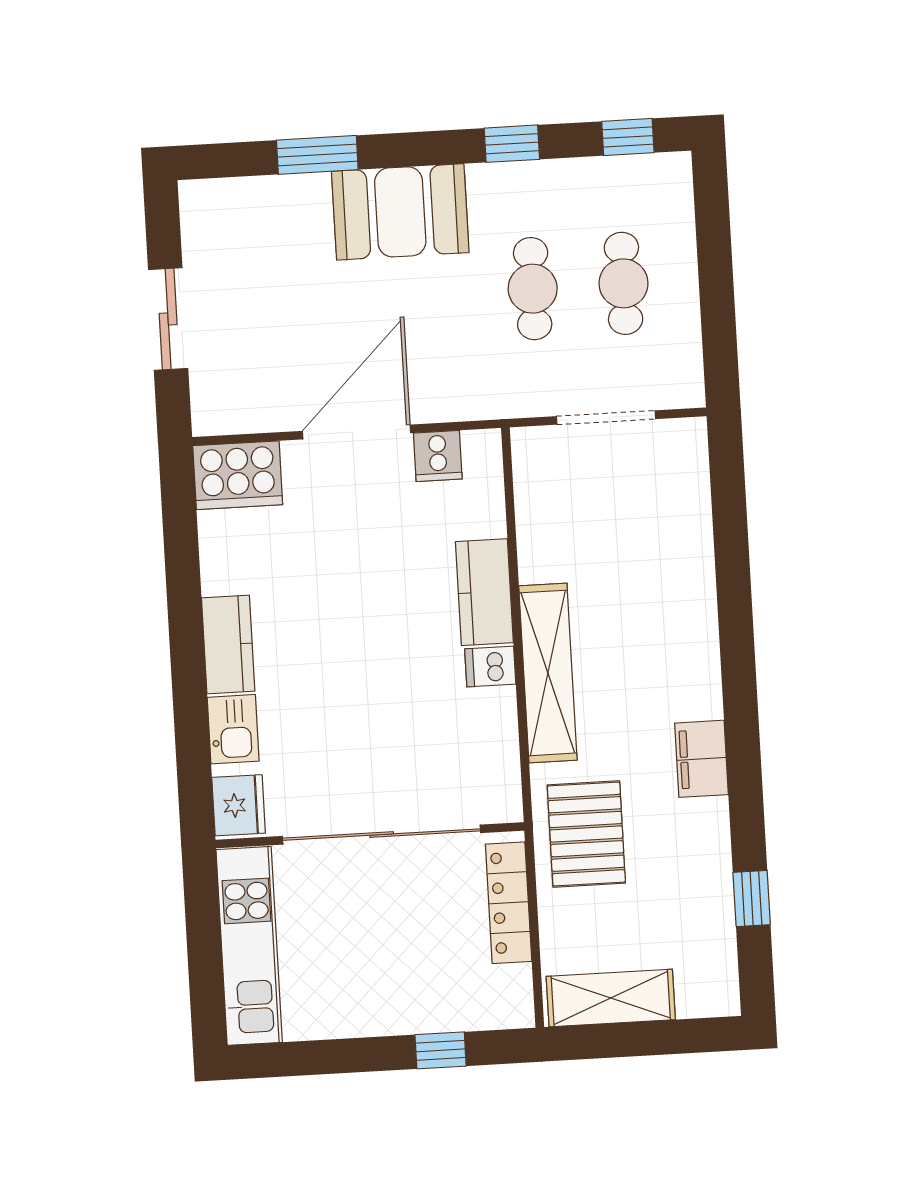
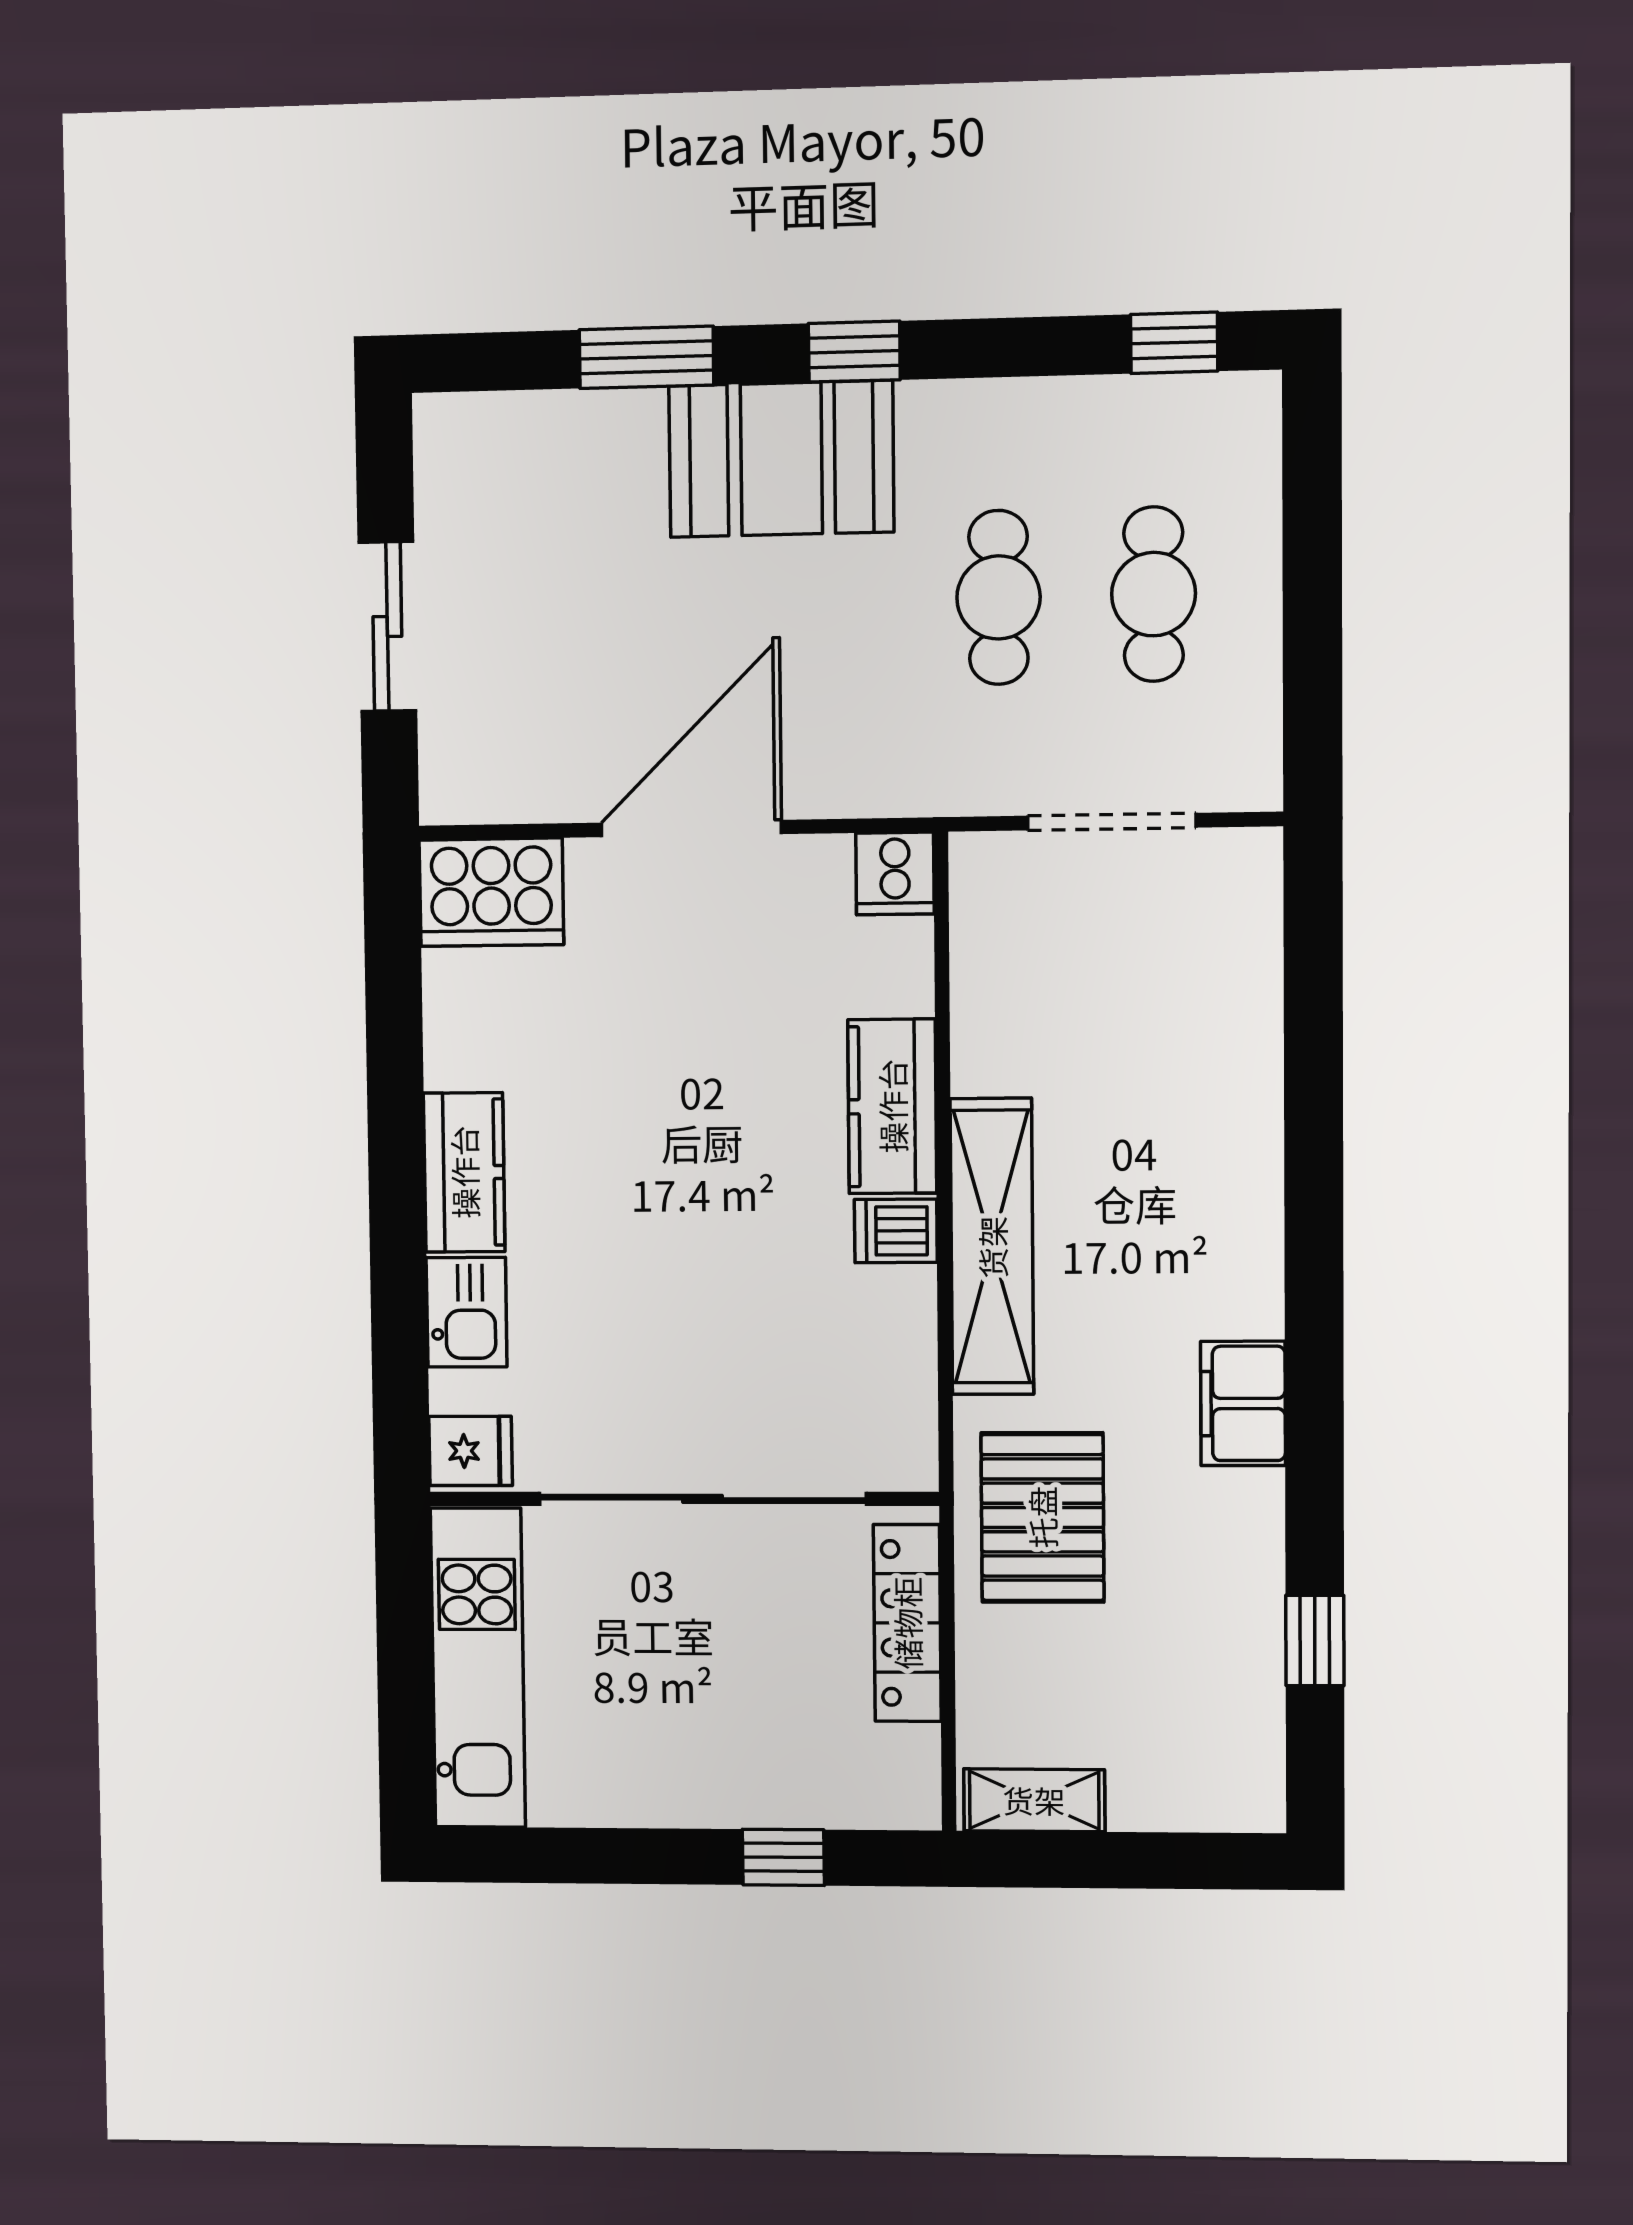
window: (512, 144) -> (854, 352), moved
cooker: (438, 456) -> (895, 873), moved
fridge: (239, 805) -> (471, 1451), width x0.72
shelving: (611, 998) -> (1034, 1800), width x0.67, depth x0.75

